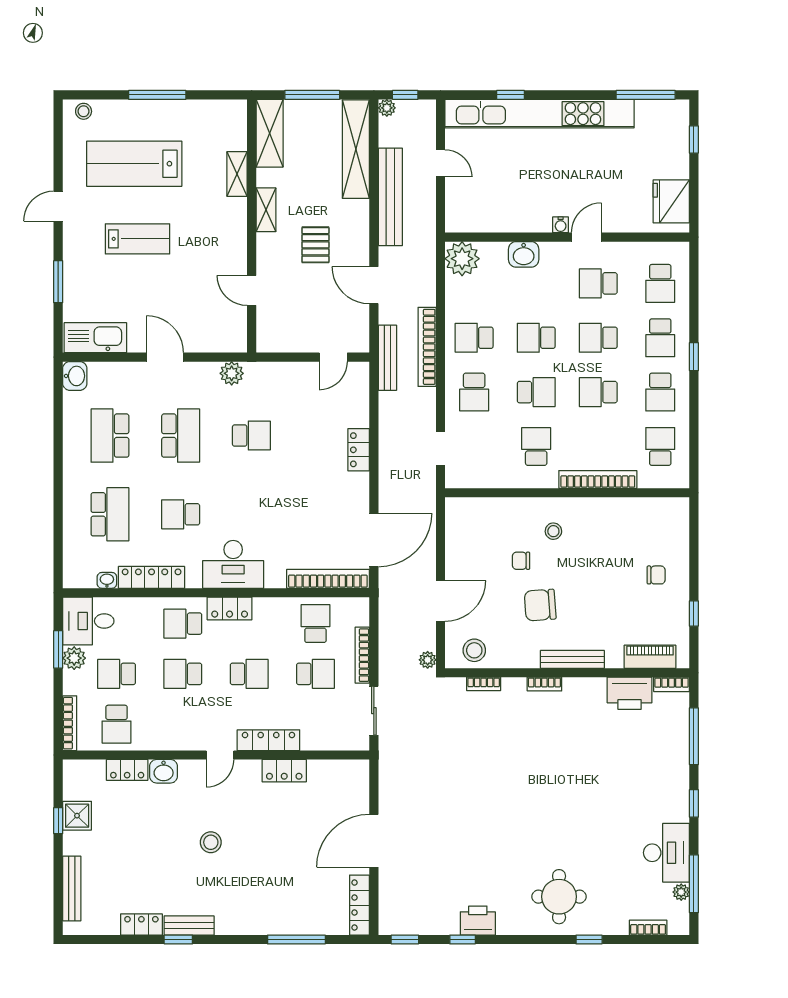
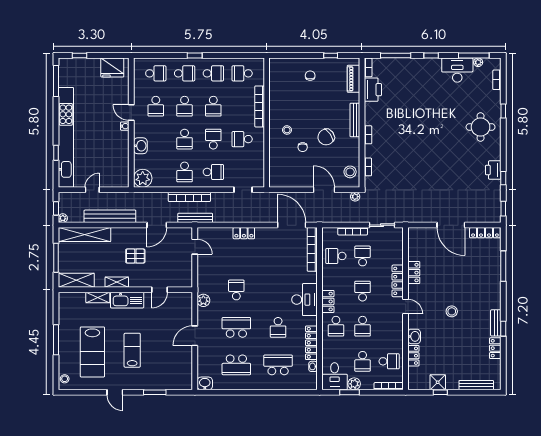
kitchen sink: (95, 338) -> (127, 300), moved, turned -90
chair: (540, 605) -> (326, 137), turned 59

